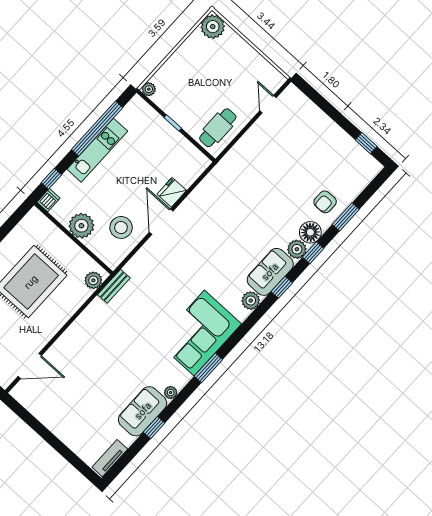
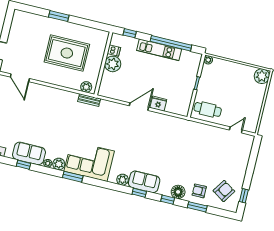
armchair: (344, 168) -> (224, 191), added
dishwasher: (48, 200) -> (114, 50), moved
stool: (121, 227) -> (124, 86), removed
plant: (297, 249) -> (59, 164), moved

